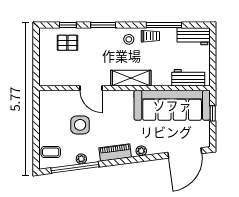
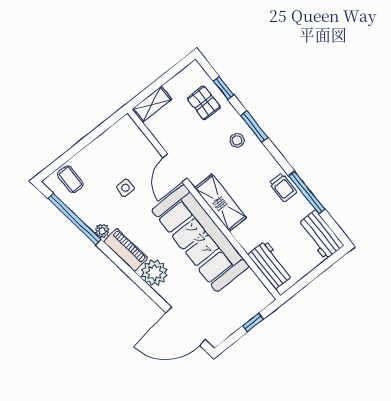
stool: (129, 39) -> (237, 140), moved
shelving: (45, 73) -> (152, 104), added
sofa: (172, 105) -> (200, 238), moved
side table: (80, 125) -> (125, 188), width x0.54, depth x0.54
plant: (141, 151) -> (154, 273), width x1.88, depth x1.88
plant: (81, 159) -> (102, 231), moved

